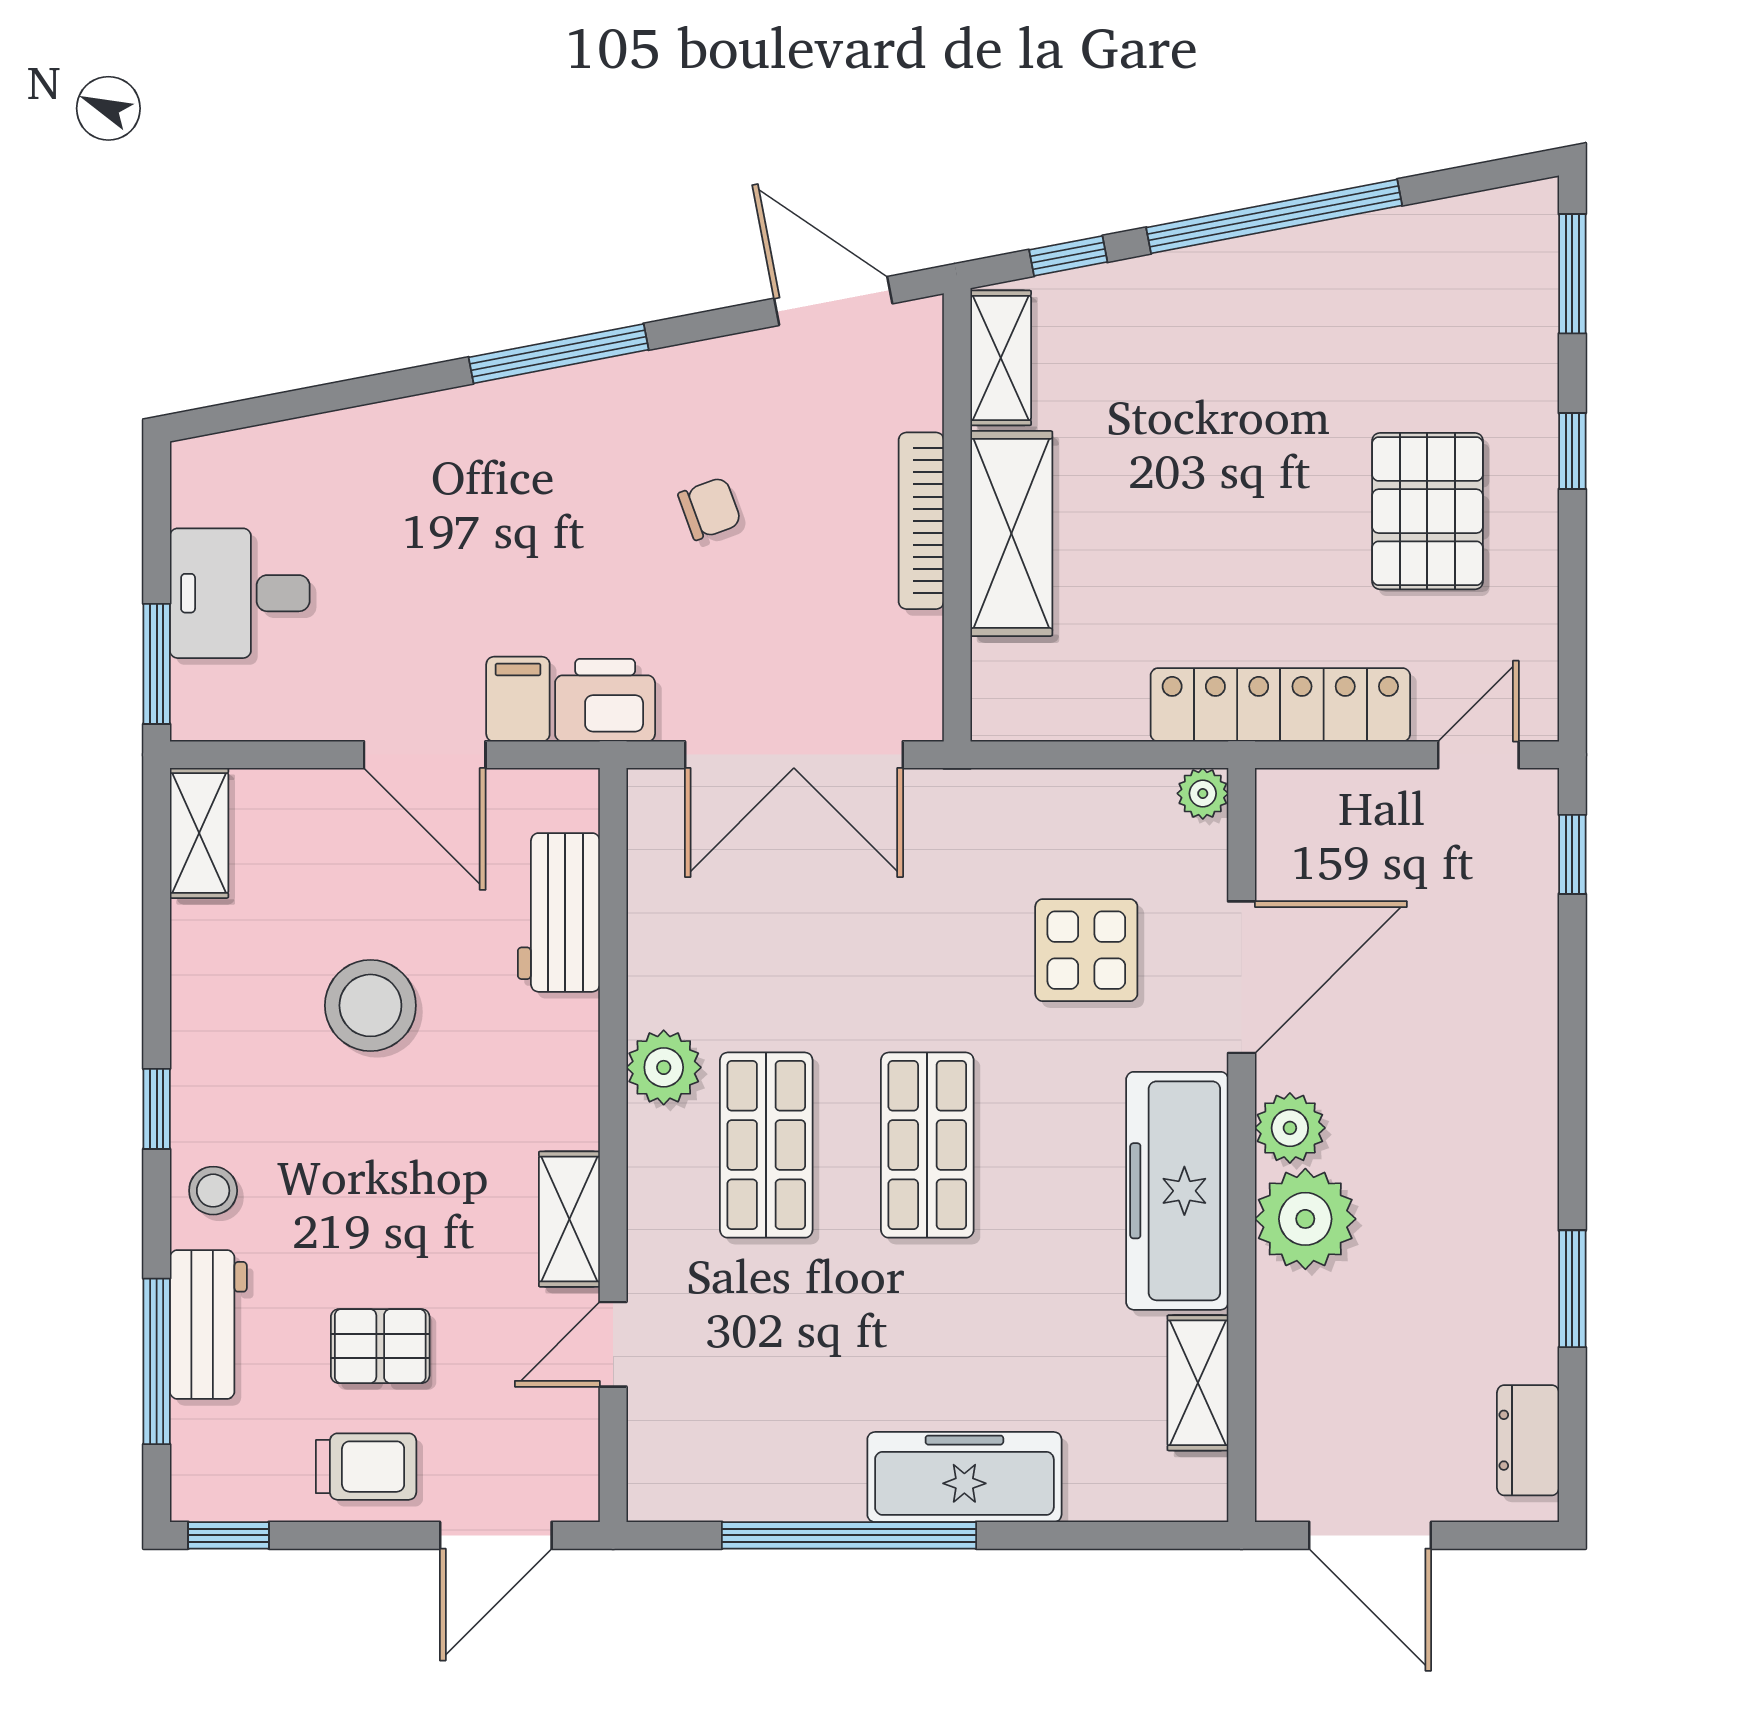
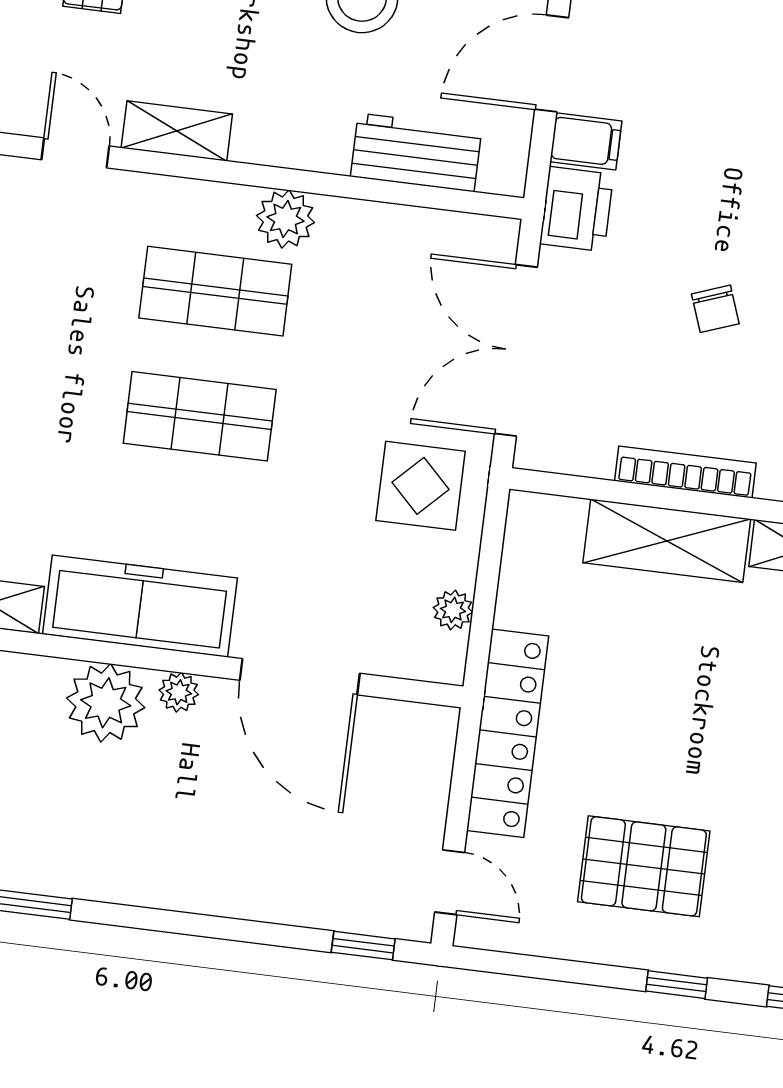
plant: (1203, 793) -> (453, 610), moved
display table: (1086, 950) -> (421, 486), moved
plant: (1290, 1128) -> (179, 692), width x0.73, depth x0.73

